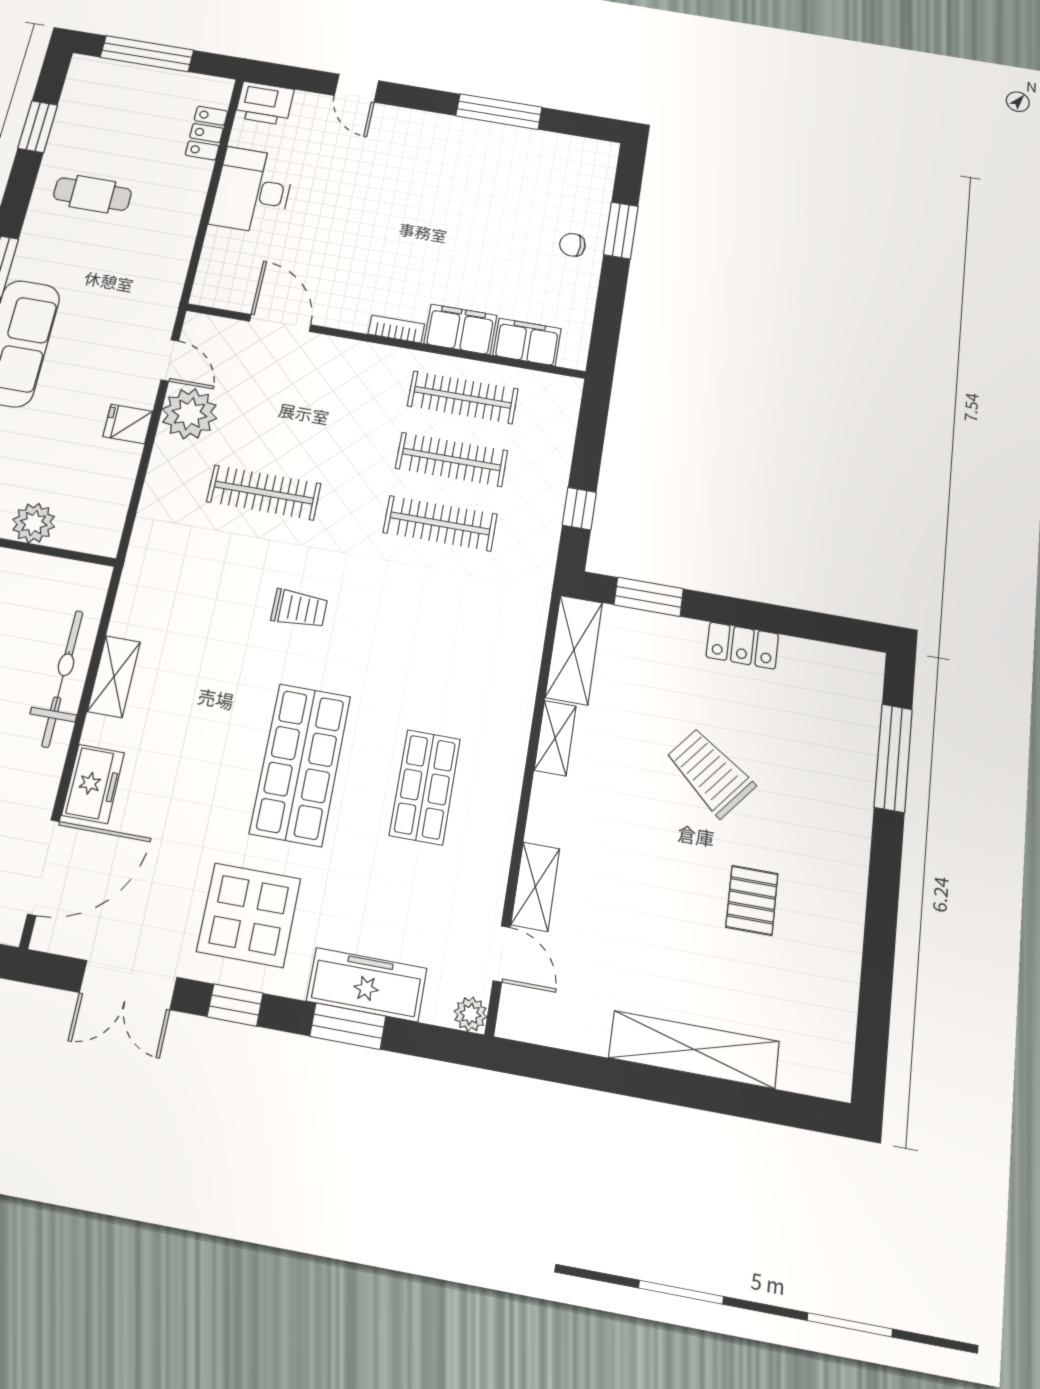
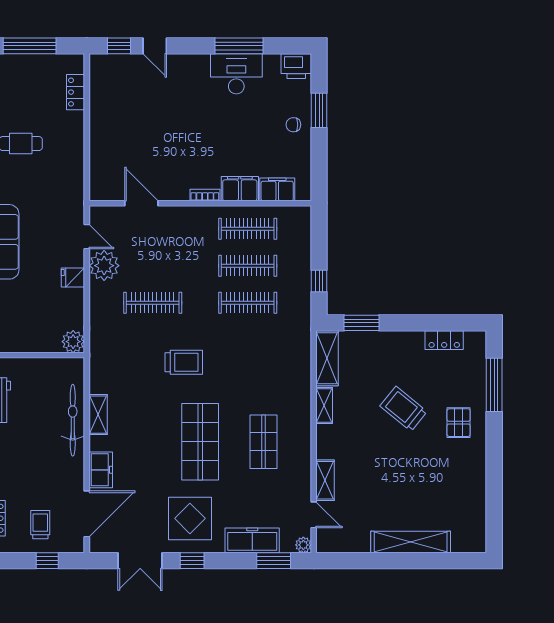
window: (297, 78) -> (119, 46), added
printer: (265, 103) -> (296, 66), moved
desk: (253, 191) -> (236, 74), moved, turned 90
plant: (34, 523) -> (73, 342), moved
trolley: (299, 609) -> (184, 362), width x1.36, depth x1.39
locker: (742, 646) -> (444, 340), moved
pallet: (752, 900) -> (459, 423), moved
window: (348, 1026) -> (274, 561), moved

